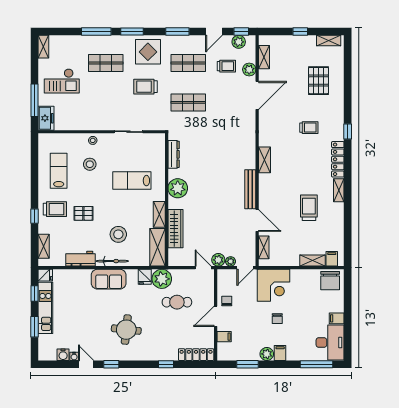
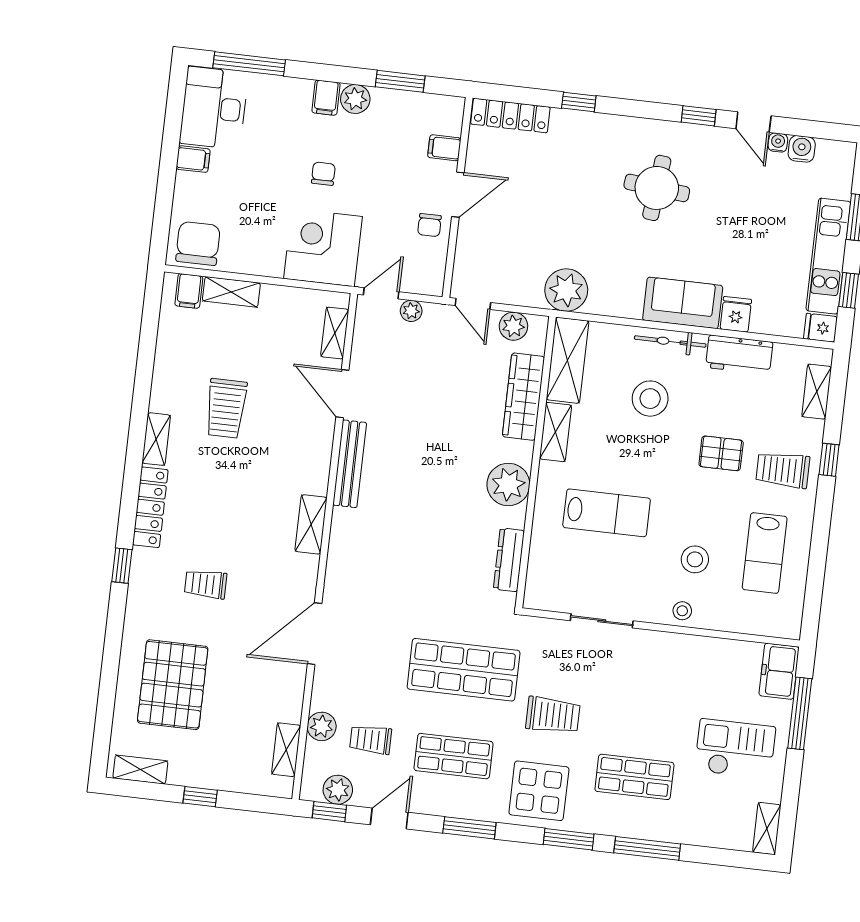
pallet: (319, 81) -> (173, 685), width x1.37, depth x1.41
door: (257, 95) -> (315, 634), moved
shop shelf: (188, 102) -> (464, 670), width x1.43, depth x1.36
plant: (218, 260) -> (513, 326), moved
fridge: (145, 277) -> (736, 314), moved
cafe table: (177, 302) -> (539, 235), removed

